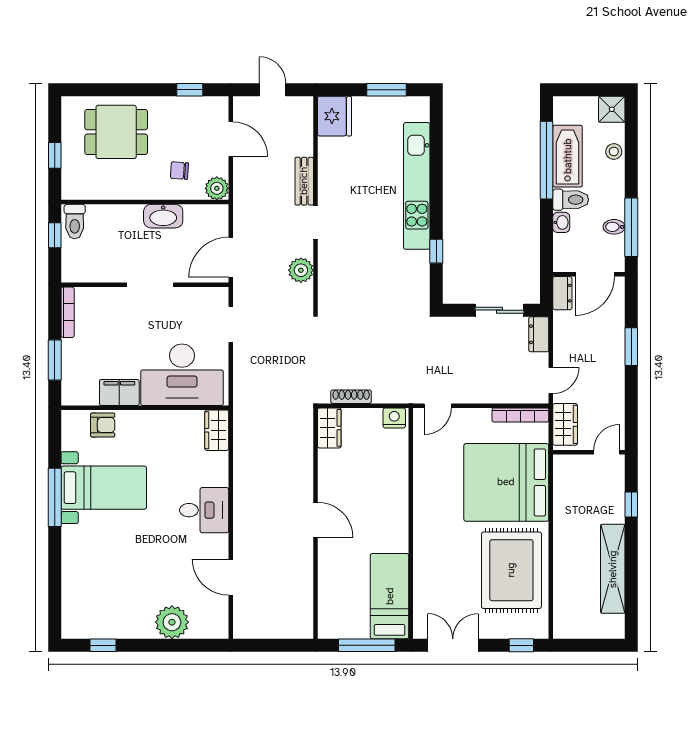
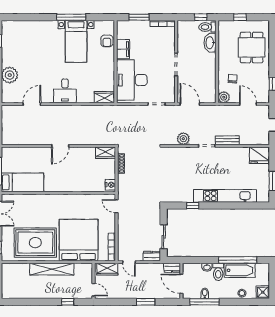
door: (231, 139) -> (248, 104), swing flipped
washbasin: (163, 216) -> (210, 43), moved
shelving: (613, 569) -> (52, 269), moved

